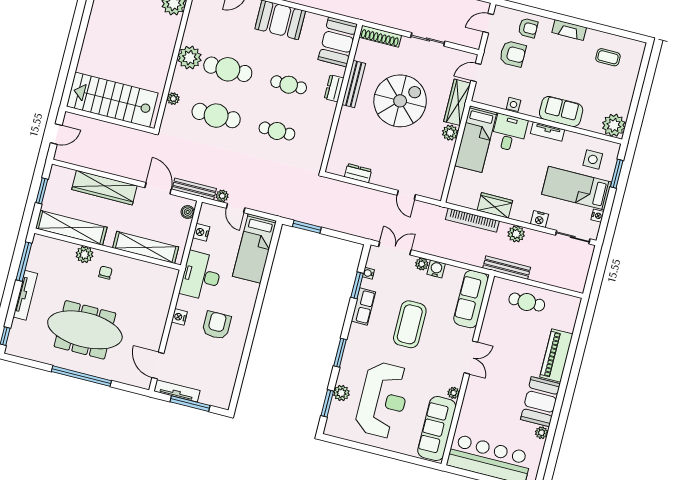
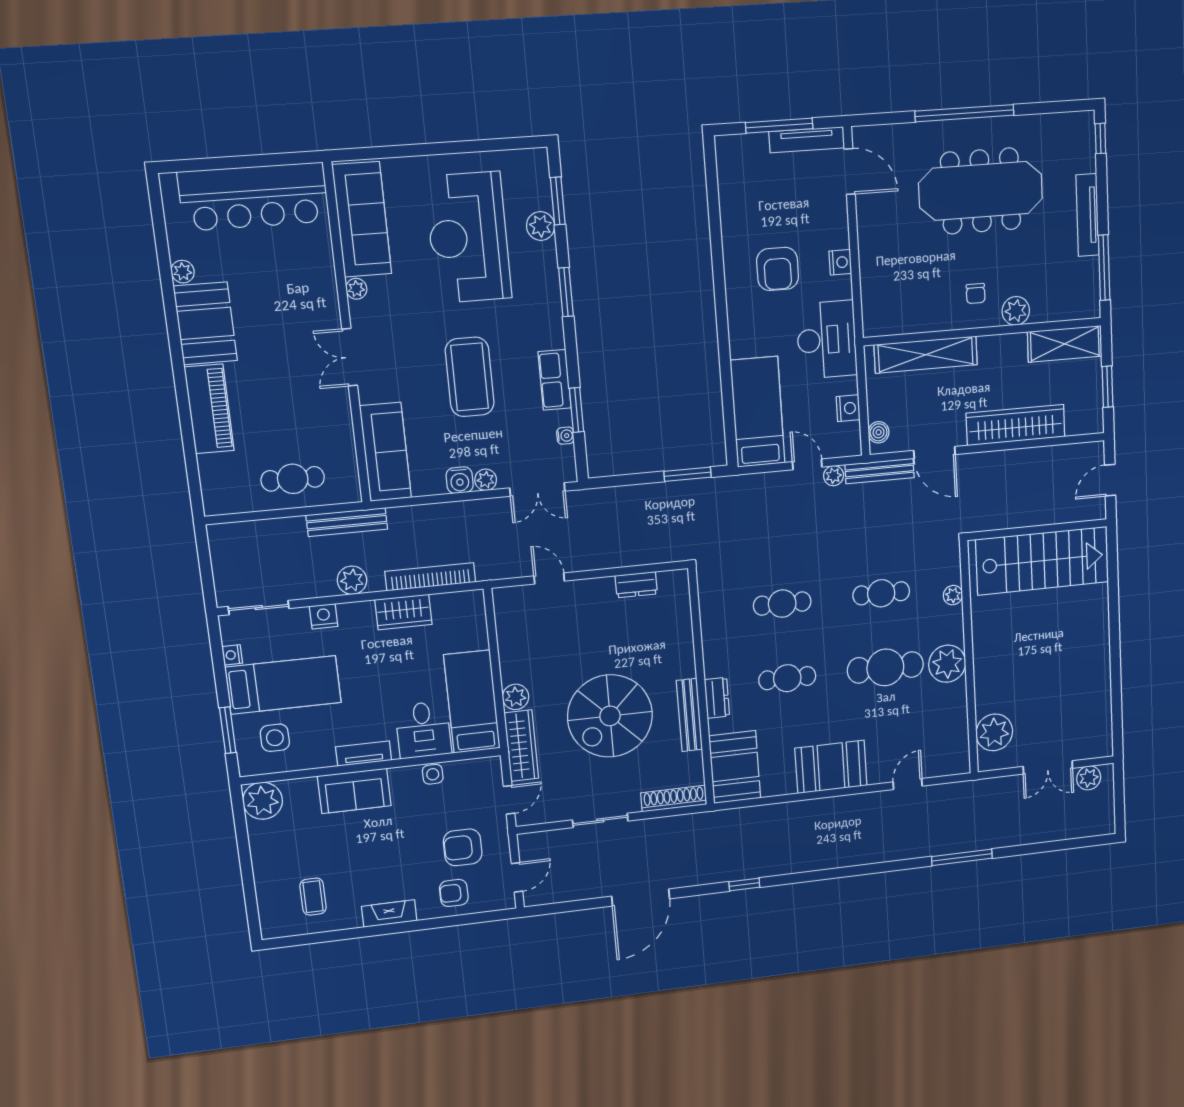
coffee table: (608, 57) -> (313, 897), turned 90
cafe table: (216, 116) -> (881, 593), width x0.73, depth x0.74
shelving: (71, 228) -> (1065, 344), width x0.68

